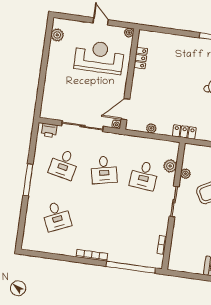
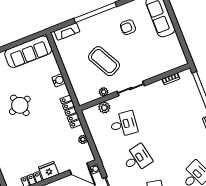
fridge: (140, 79) -> (49, 171), added
locker: (184, 132) -> (71, 112), width x1.53

